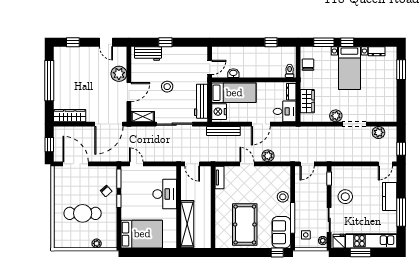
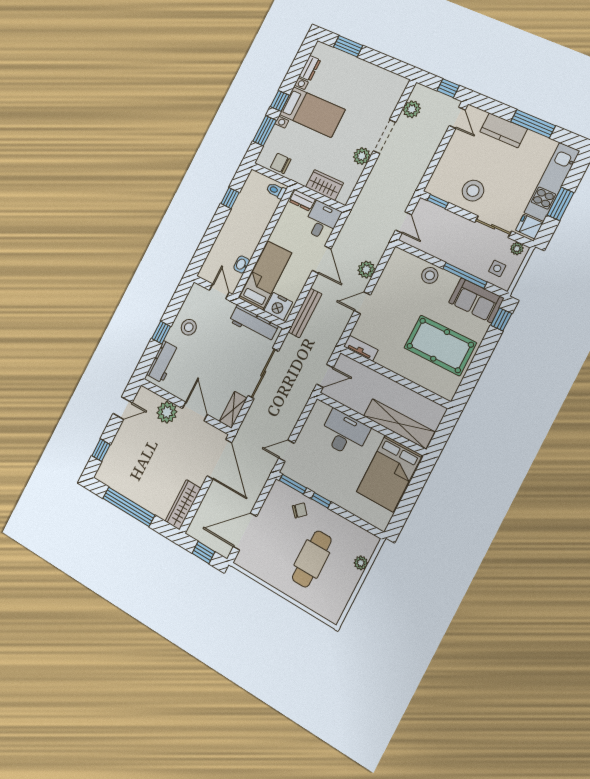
stool: (167, 87) -> (189, 327), moved
bed: (142, 234) -> (389, 474), moved, turned 180

